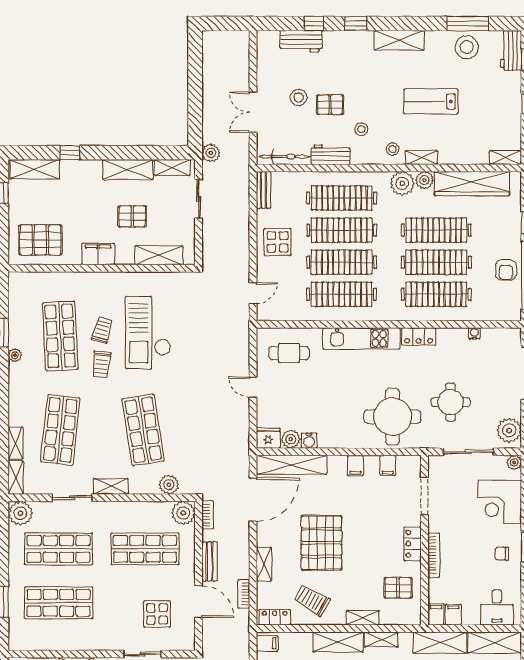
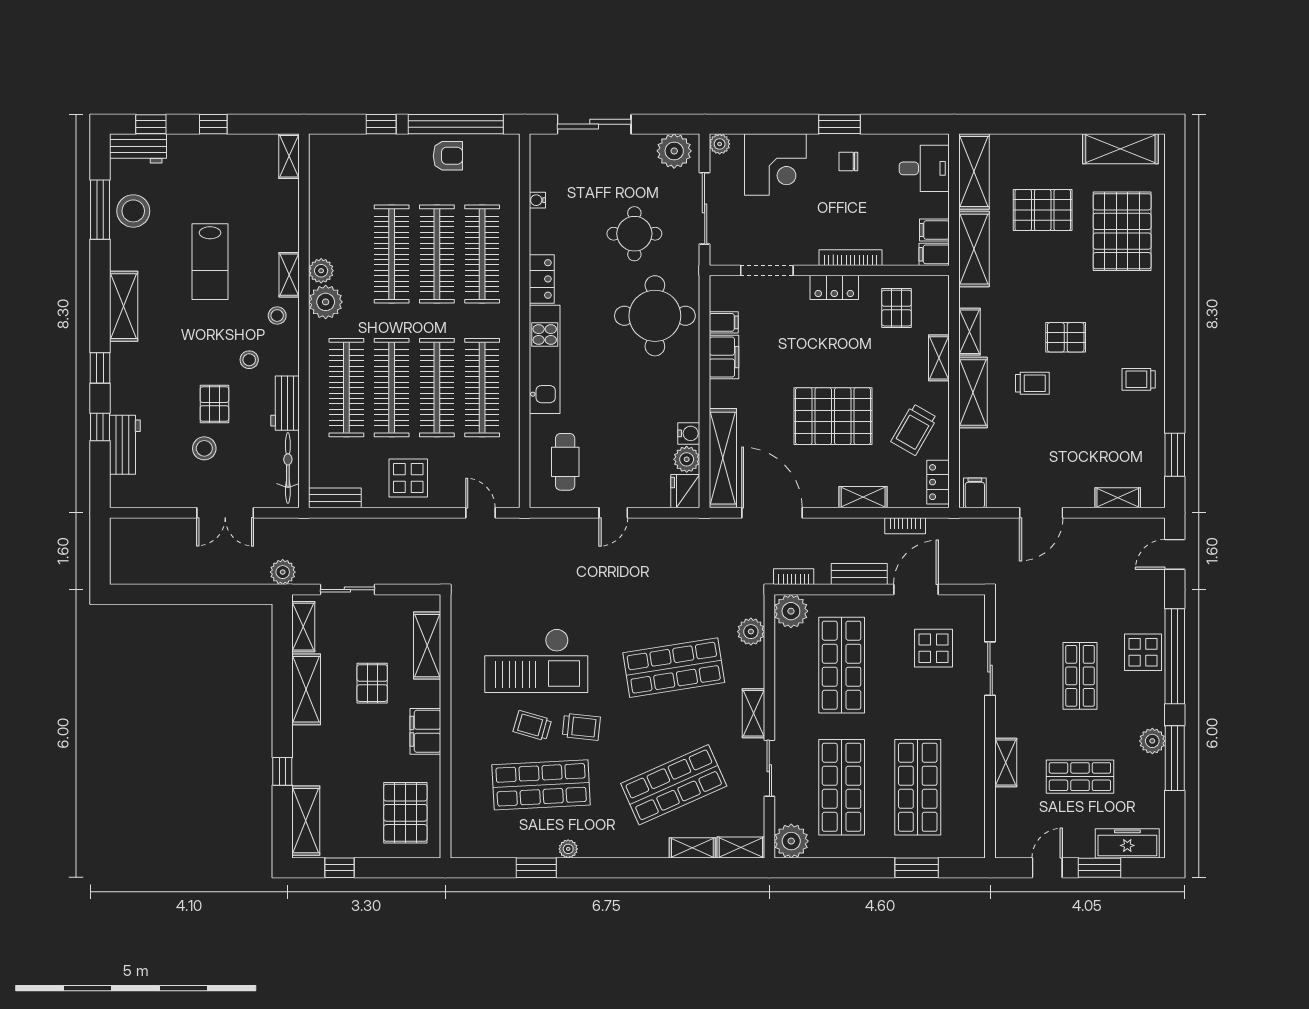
wardrobe: (472, 184) -> (326, 203), removed
shop shelf: (60, 430) -> (674, 785), turned -30
filing cabinet: (355, 466) -> (724, 357), width x2.00
chair: (502, 554) -> (848, 161), turned 90

